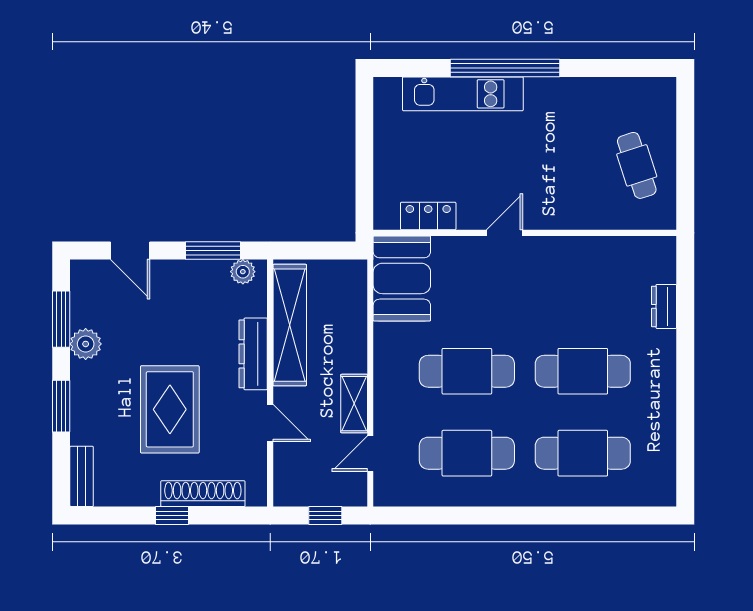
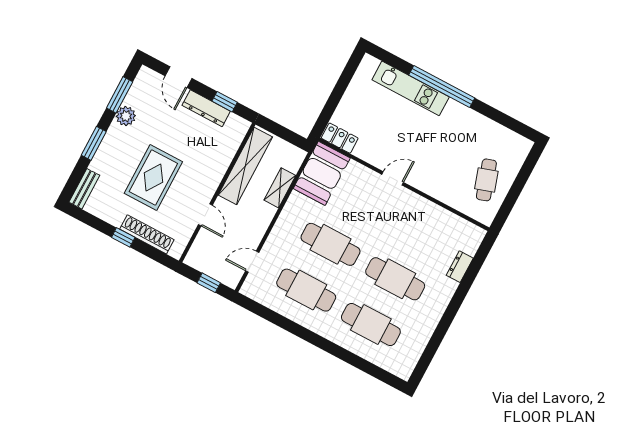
locker: (428, 216) -> (340, 138), moved
window: (213, 251) -> (225, 102), width x0.67
plant: (243, 272) -> (235, 122), removed
dresser: (253, 354) -> (206, 108), moved, turned -90
shelving: (354, 404) -> (280, 188), moved

